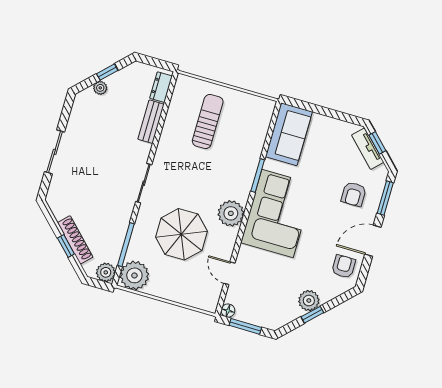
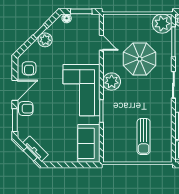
armchair: (354, 194) -> (26, 109), moved, turned 90
floor lamp: (228, 311) -> (67, 18), moved

